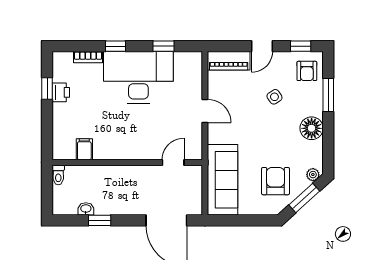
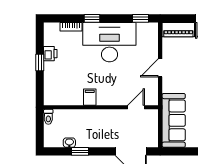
window: (164, 46) -> (141, 18), moved
window: (47, 89) -> (40, 63), moved
door: (205, 111) -> (160, 68), swing flipped
filing cabinet: (84, 149) -> (90, 97), moved

